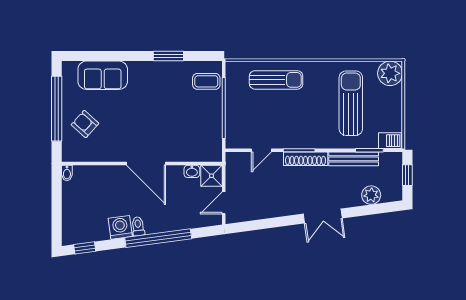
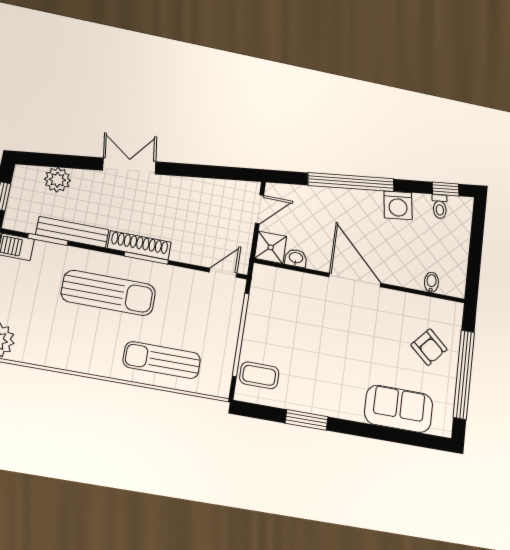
sun lounger: (351, 103) -> (108, 293), moved, turned -90
door: (261, 150) -> (223, 273), moved
bidet: (67, 173) -> (431, 282), moved
toilet: (138, 226) -> (440, 207), moved

